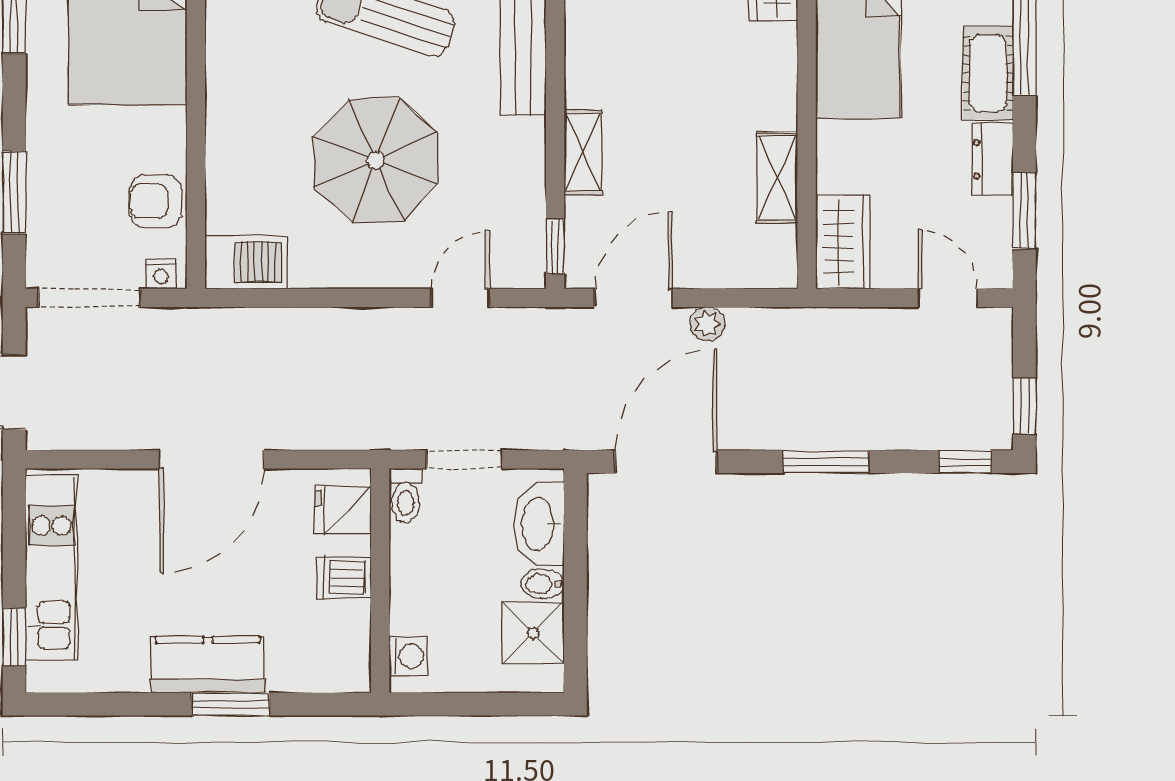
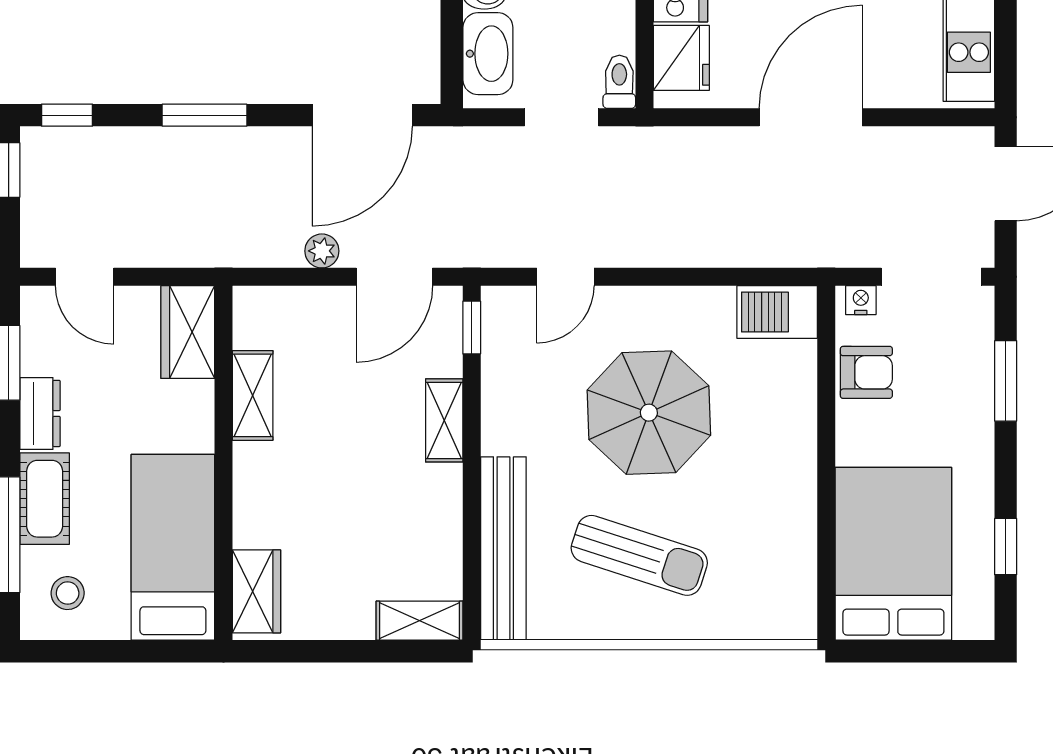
fridge: (343, 511) -> (681, 58), width x1.38

